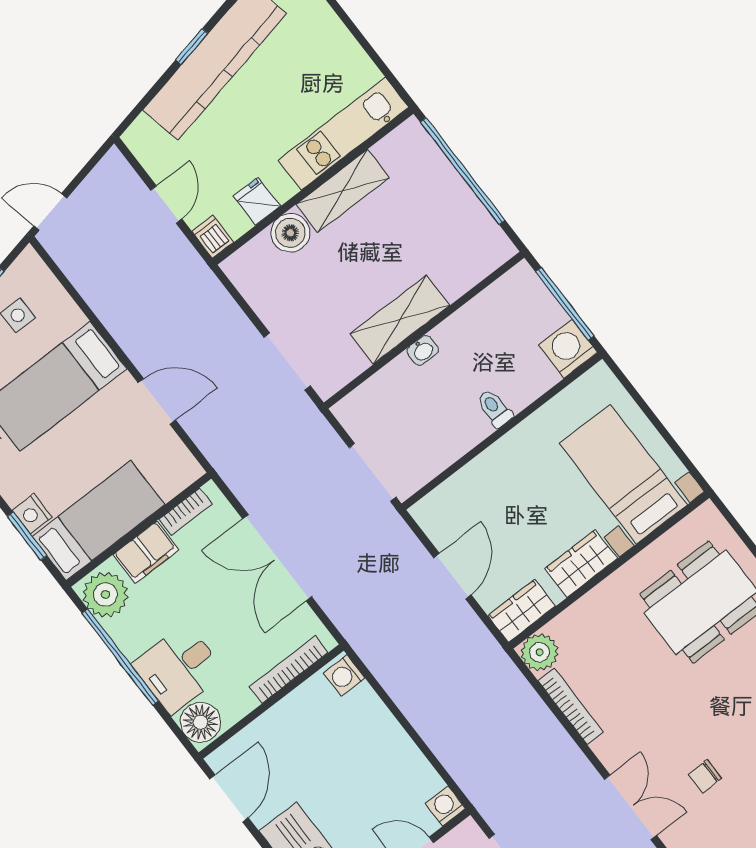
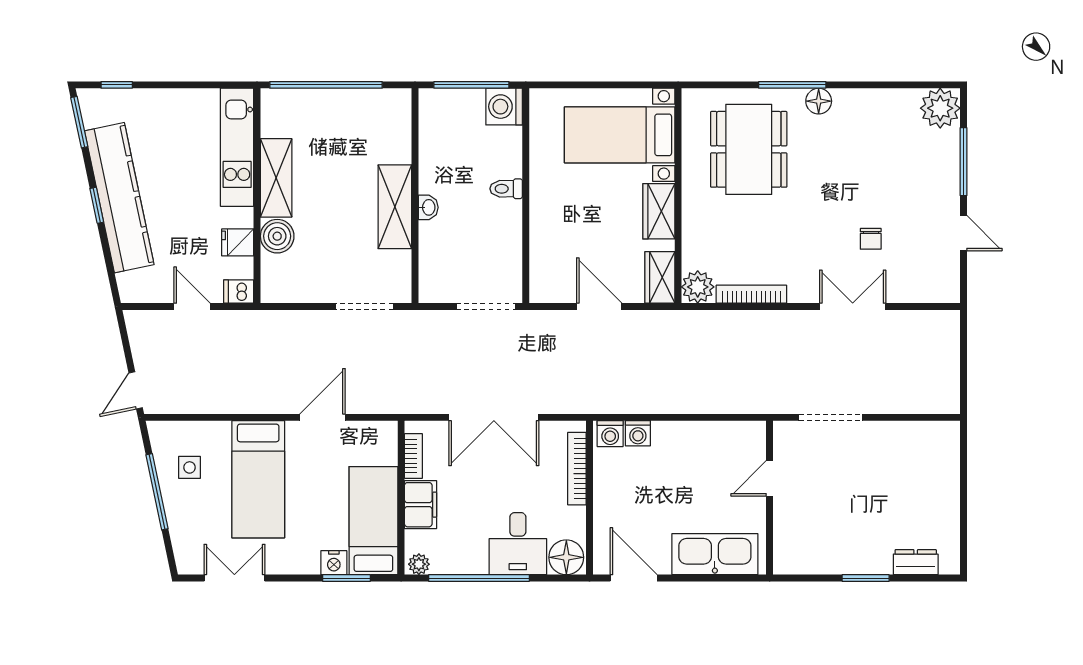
plant: (105, 595) -> (419, 564), width x0.53, depth x0.53
washing machine: (445, 806) -> (638, 433), moved, turned -90

